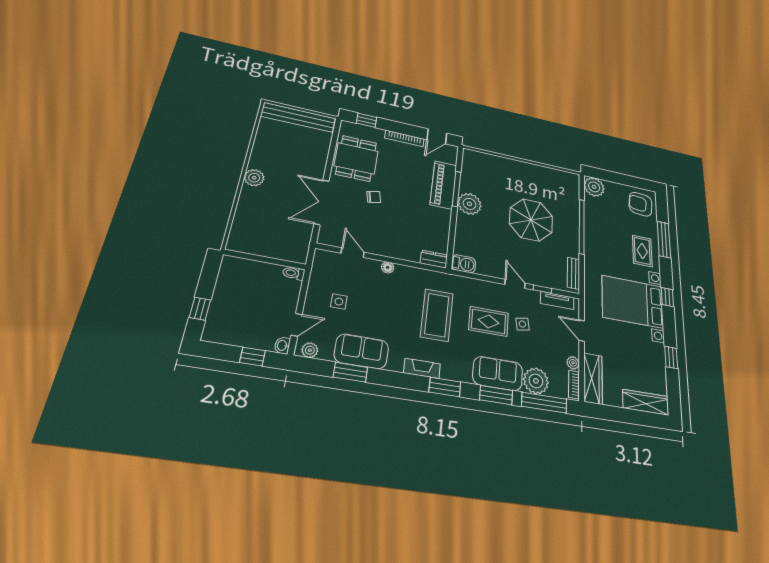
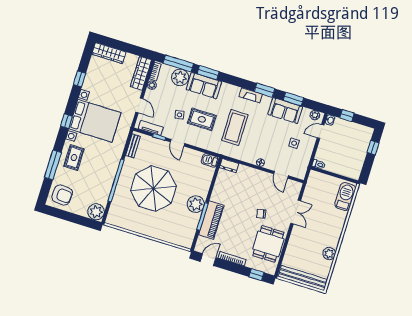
plant: (254, 178) -> (329, 254), moved
double door: (322, 202) -> (296, 212), width x0.73
parasol: (531, 220) -> (153, 189), width x1.36, depth x1.36
barbecue: (243, 229) -> (345, 197), added
window: (445, 387) -> (265, 90), moved

